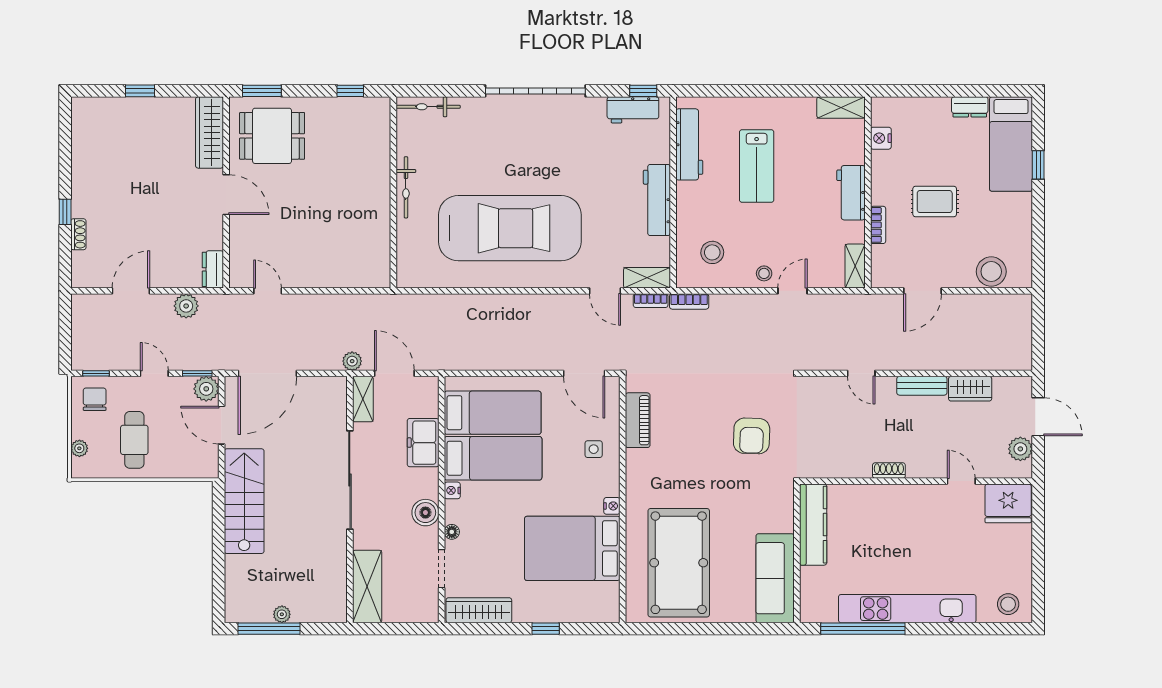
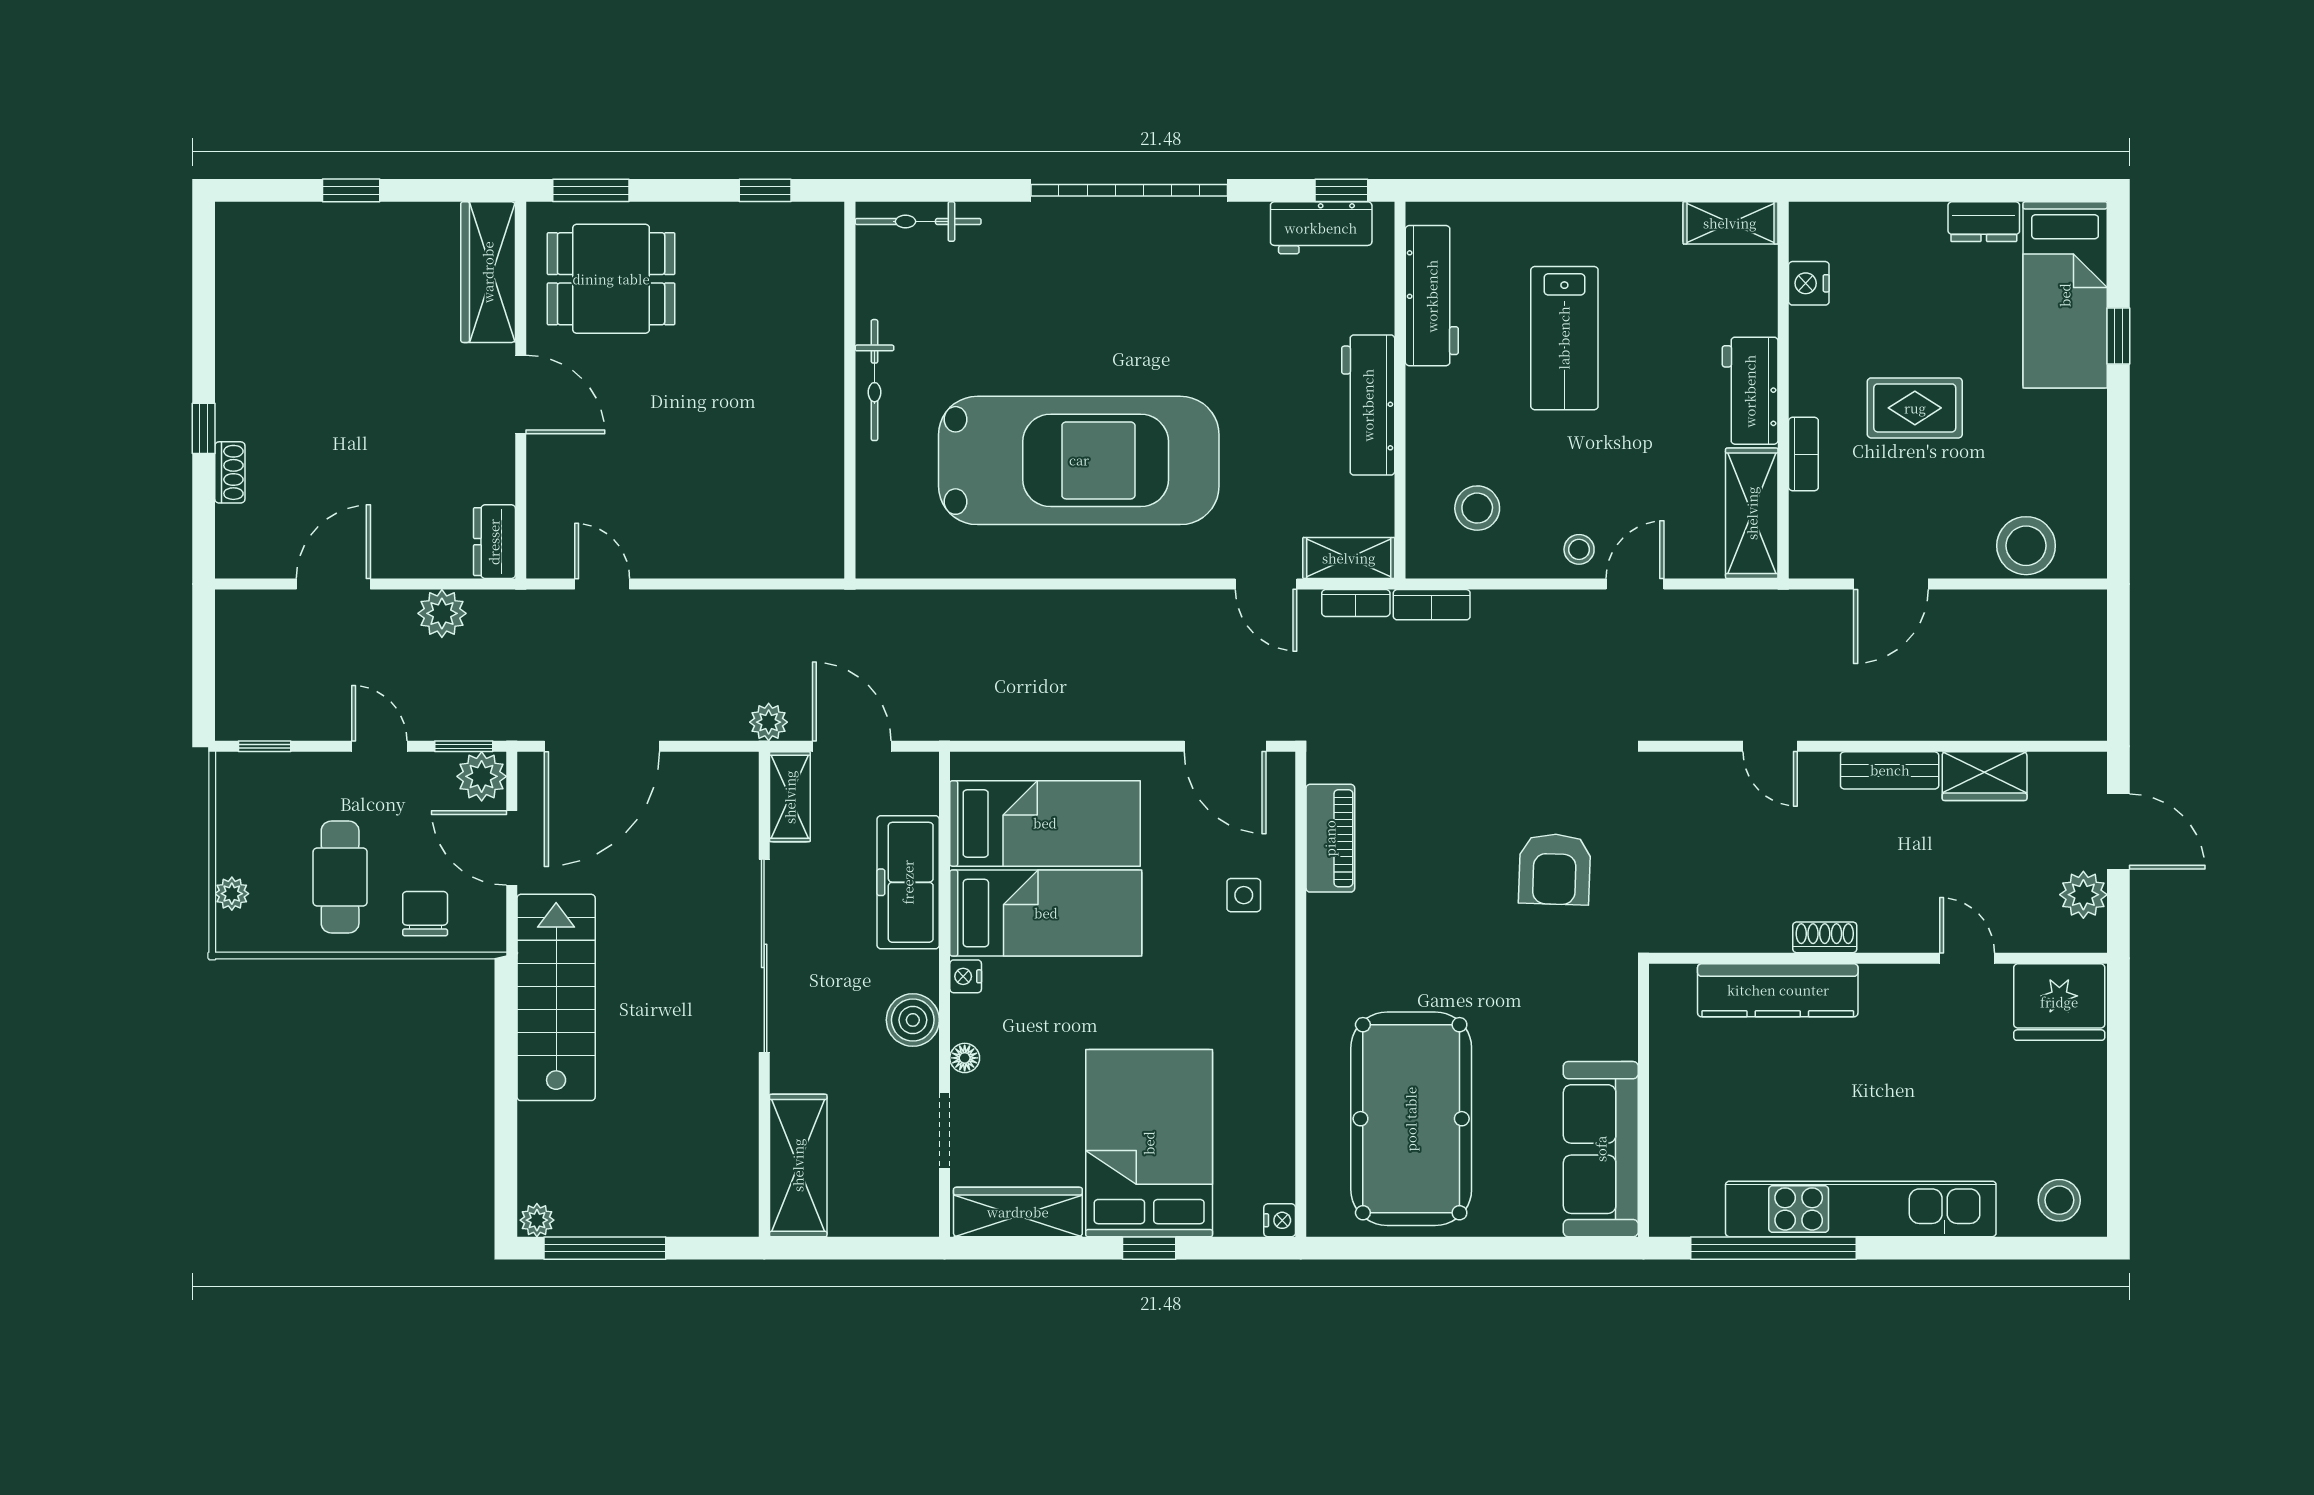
shelving: (855, 266) -> (1752, 513), width x1.50, depth x1.33
chair: (95, 399) -> (425, 914), moved
freezer: (423, 443) -> (908, 882), width x1.40
nightstand: (612, 506) -> (1280, 1220), moved
kitchen counter: (813, 525) -> (1778, 990), moved, turned 90
bed: (572, 548) -> (1149, 1143), moved, turned 90
plant: (282, 614) -> (537, 1220), moved

